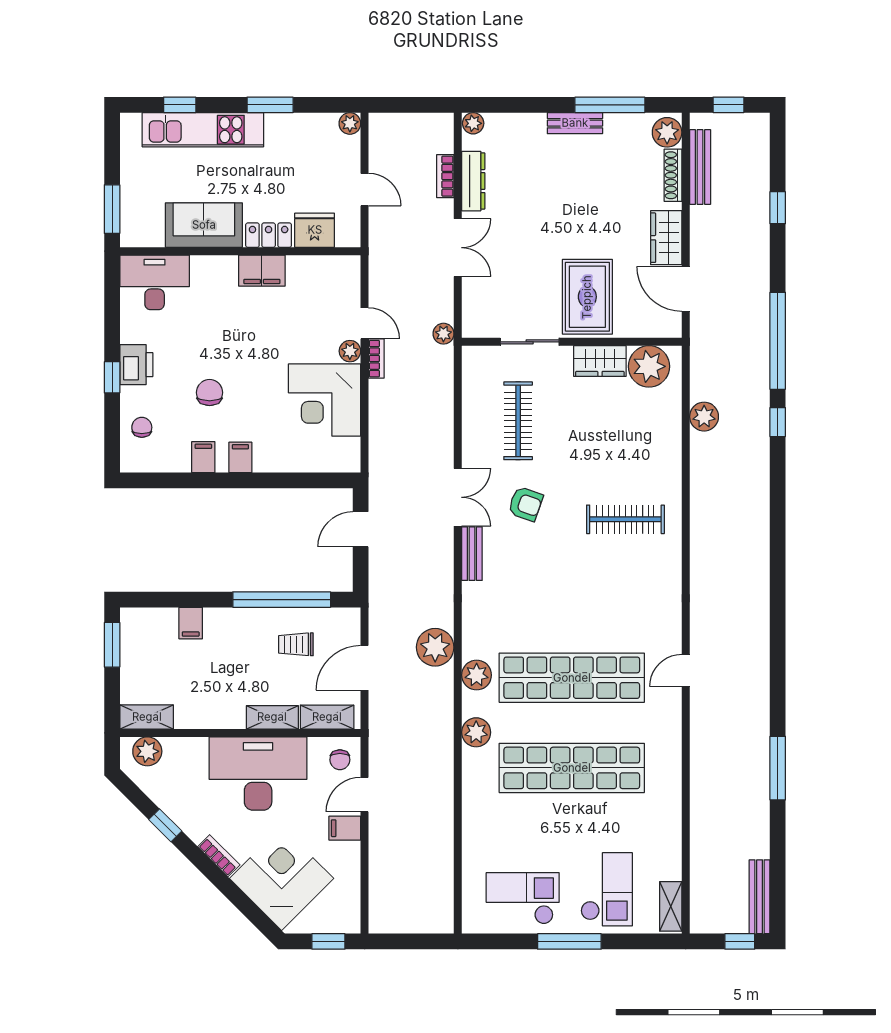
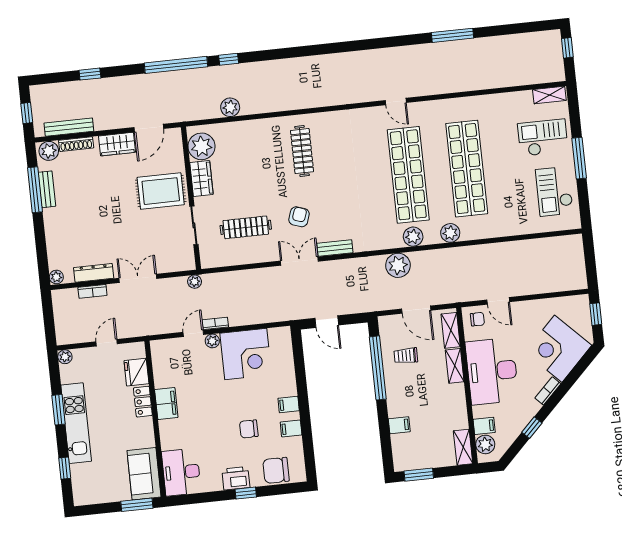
bench: (575, 123) -> (47, 189), moved
kitchen unit: (203, 130) -> (76, 423), moved
sofa: (204, 225) -> (144, 474), moved
chair: (142, 427) -> (276, 470), width x1.87, depth x1.87
trolley: (296, 644) -> (406, 356), turned 91
filing cabinet: (345, 828) -> (484, 426), moved, turned -90
bench: (760, 897) -> (537, 38), removed

